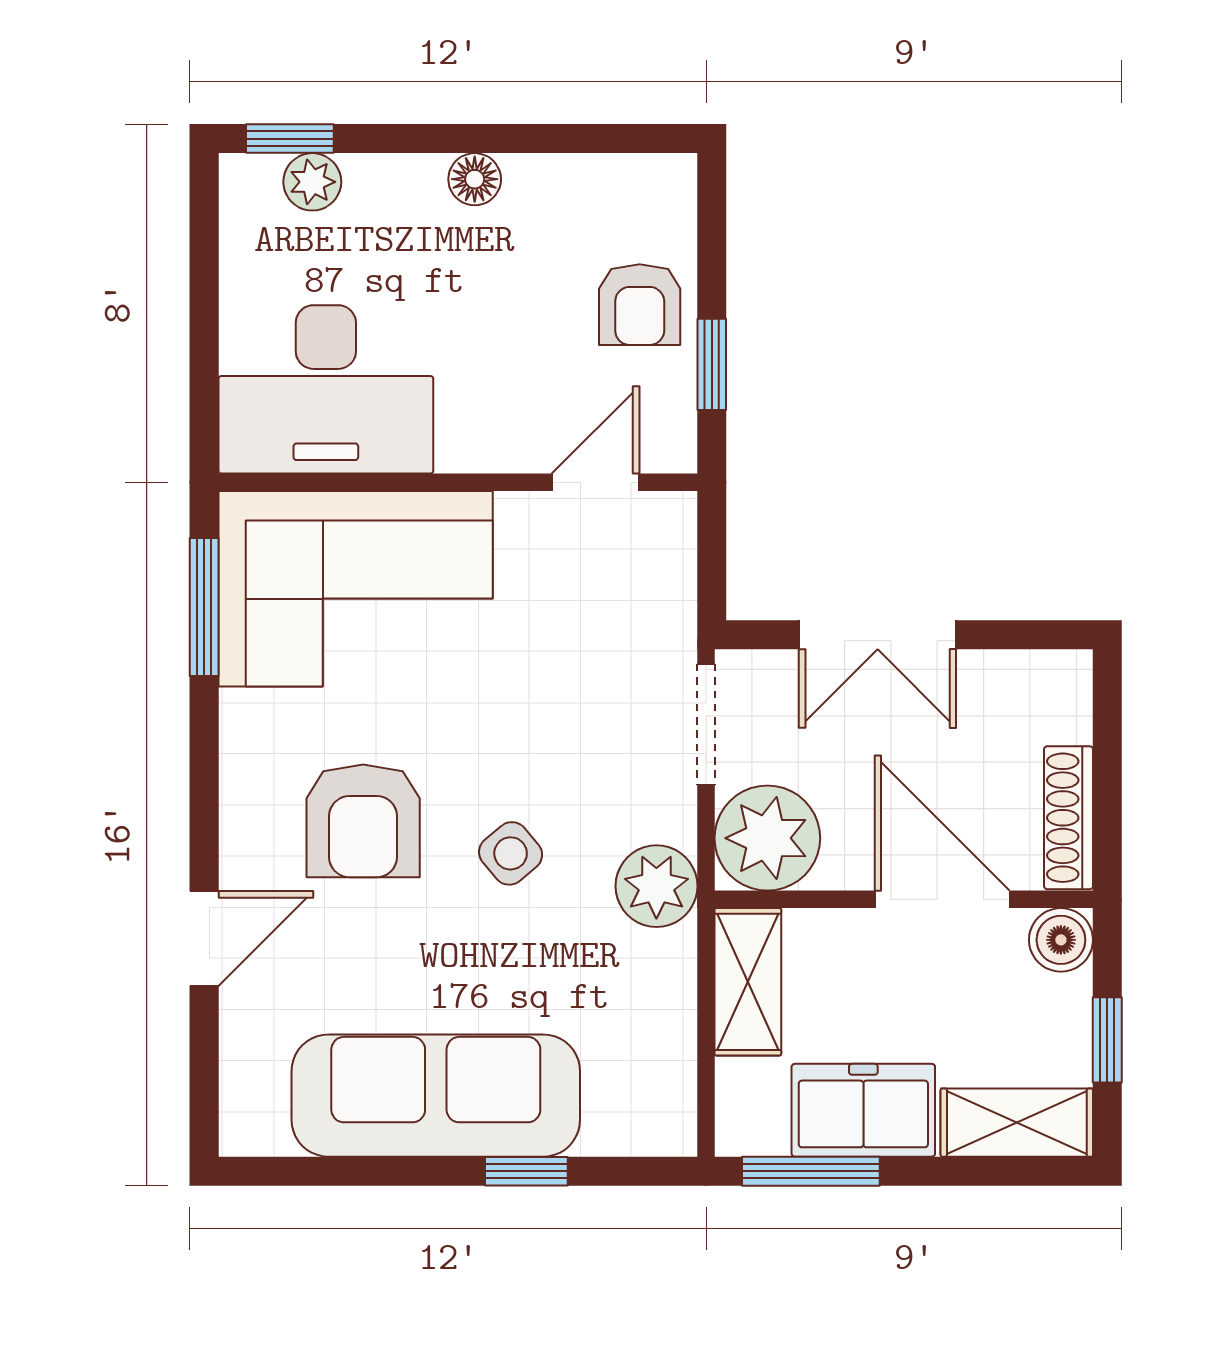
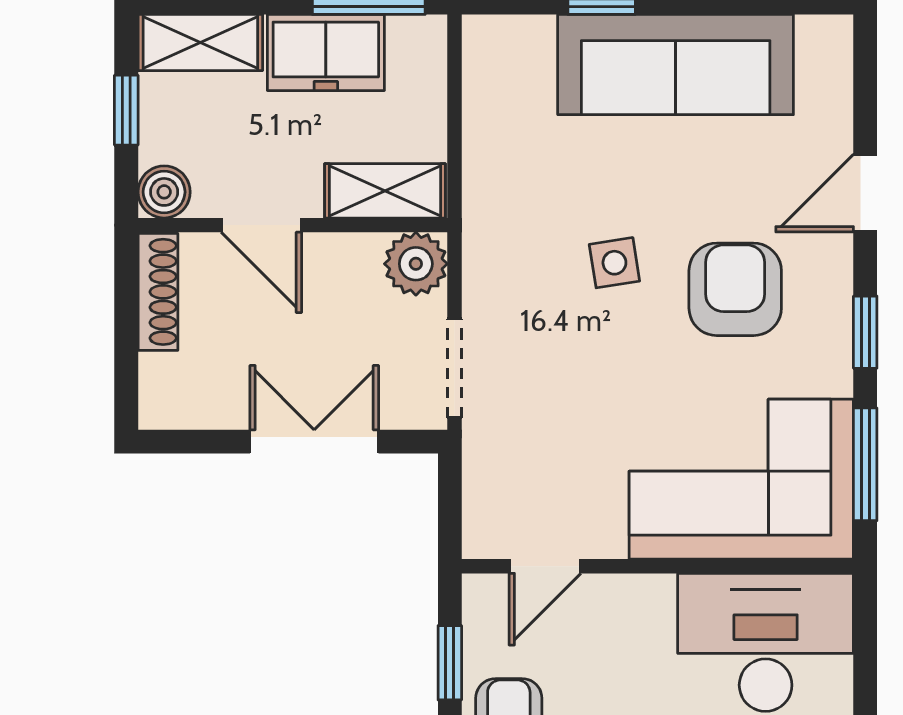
window: (204, 768) -> (865, 332), added
plant: (767, 838) -> (416, 264), width x0.73, depth x0.73
side table: (511, 853) -> (614, 263), turned 31
plant: (656, 886) -> (495, 236), removed
door: (942, 899) -> (261, 225), width x0.73
shelving: (748, 982) -> (385, 191), moved, turned 90

